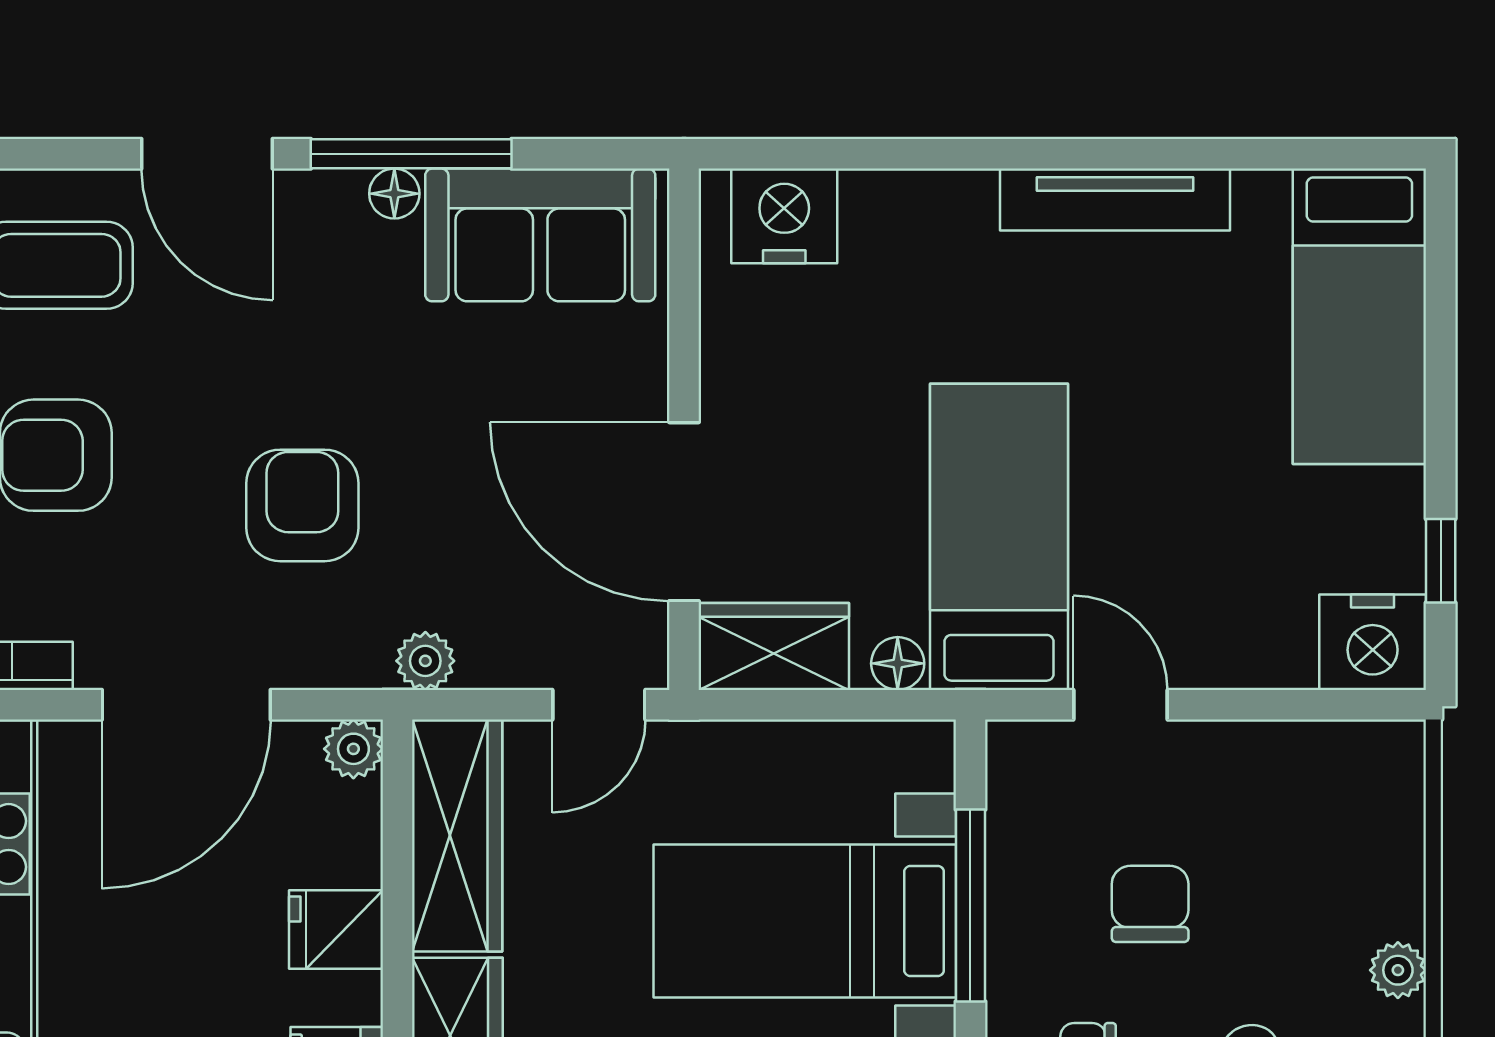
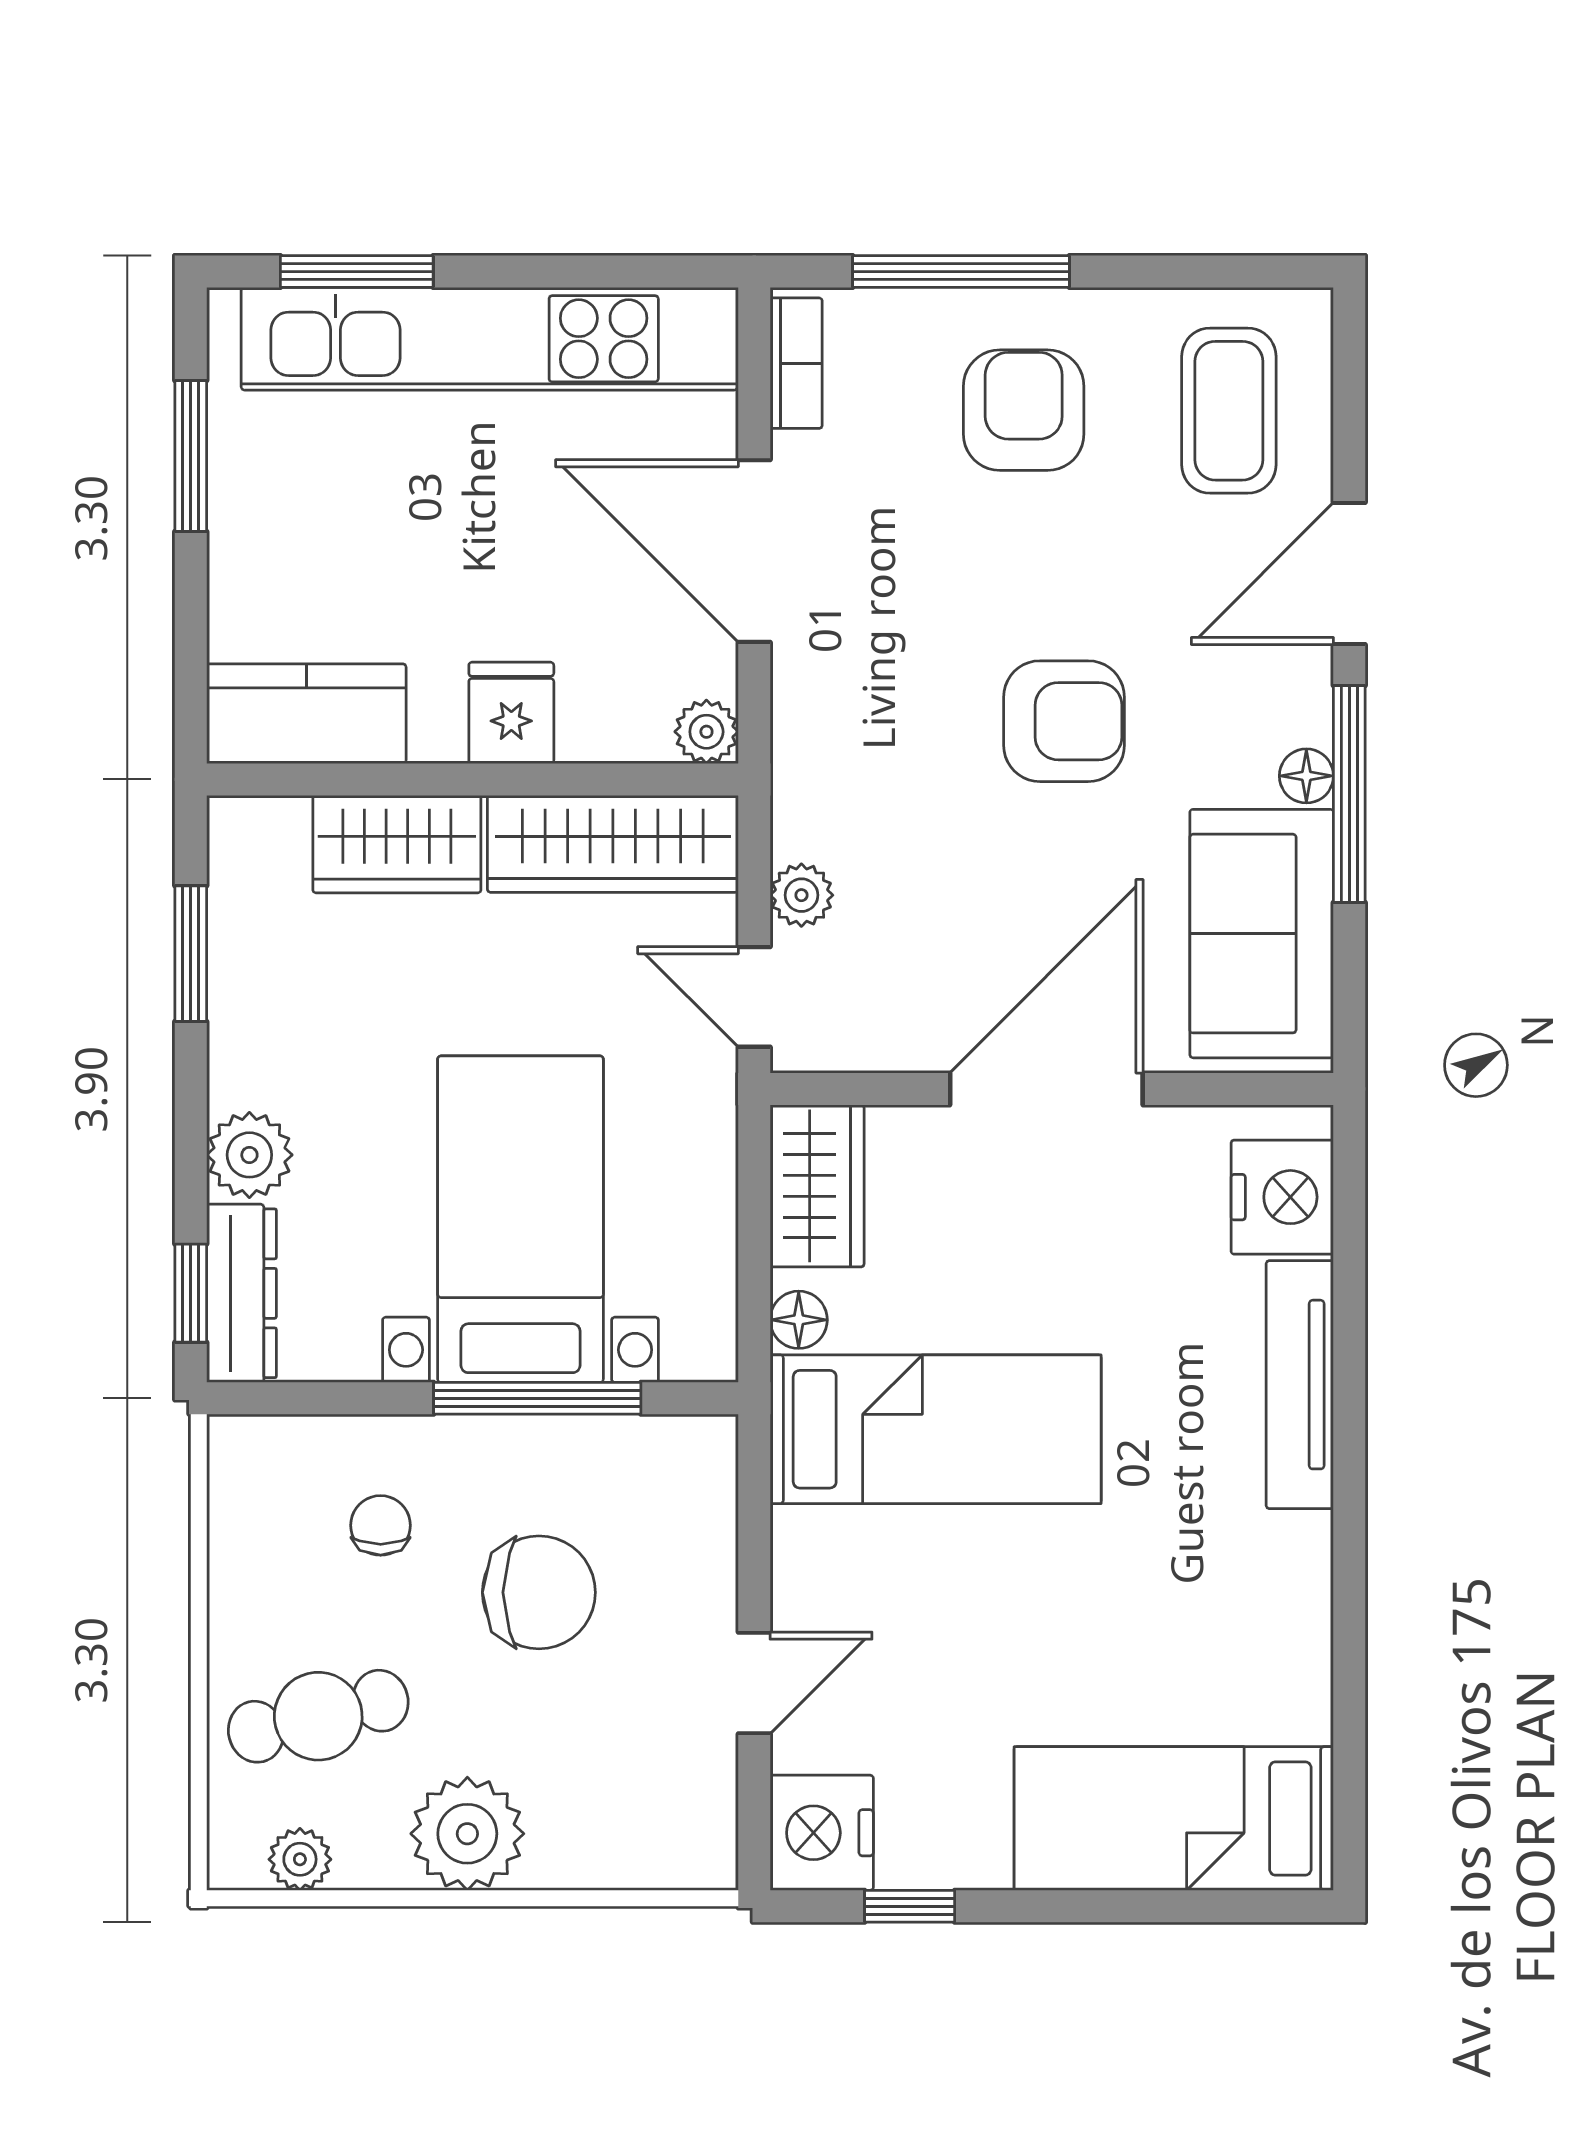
tv unit: (1115, 200) -> (1300, 1385), moved
armchair: (302, 505) -> (1064, 721), moved
door: (684, 512) -> (1046, 1089), moved
plant: (425, 661) -> (801, 895), moved
door: (1120, 705) -> (754, 1683), moved
chair: (1150, 904) -> (539, 1592), width x1.37, depth x1.37
plant: (1398, 970) -> (467, 1834), width x1.88, depth x1.88

